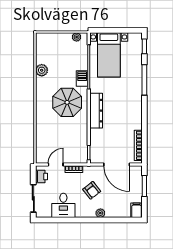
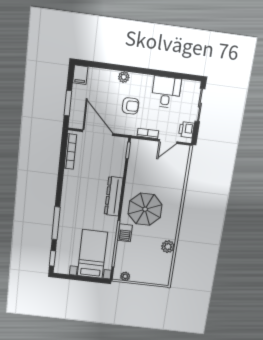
armchair: (92, 190) -> (130, 106), turned 128

